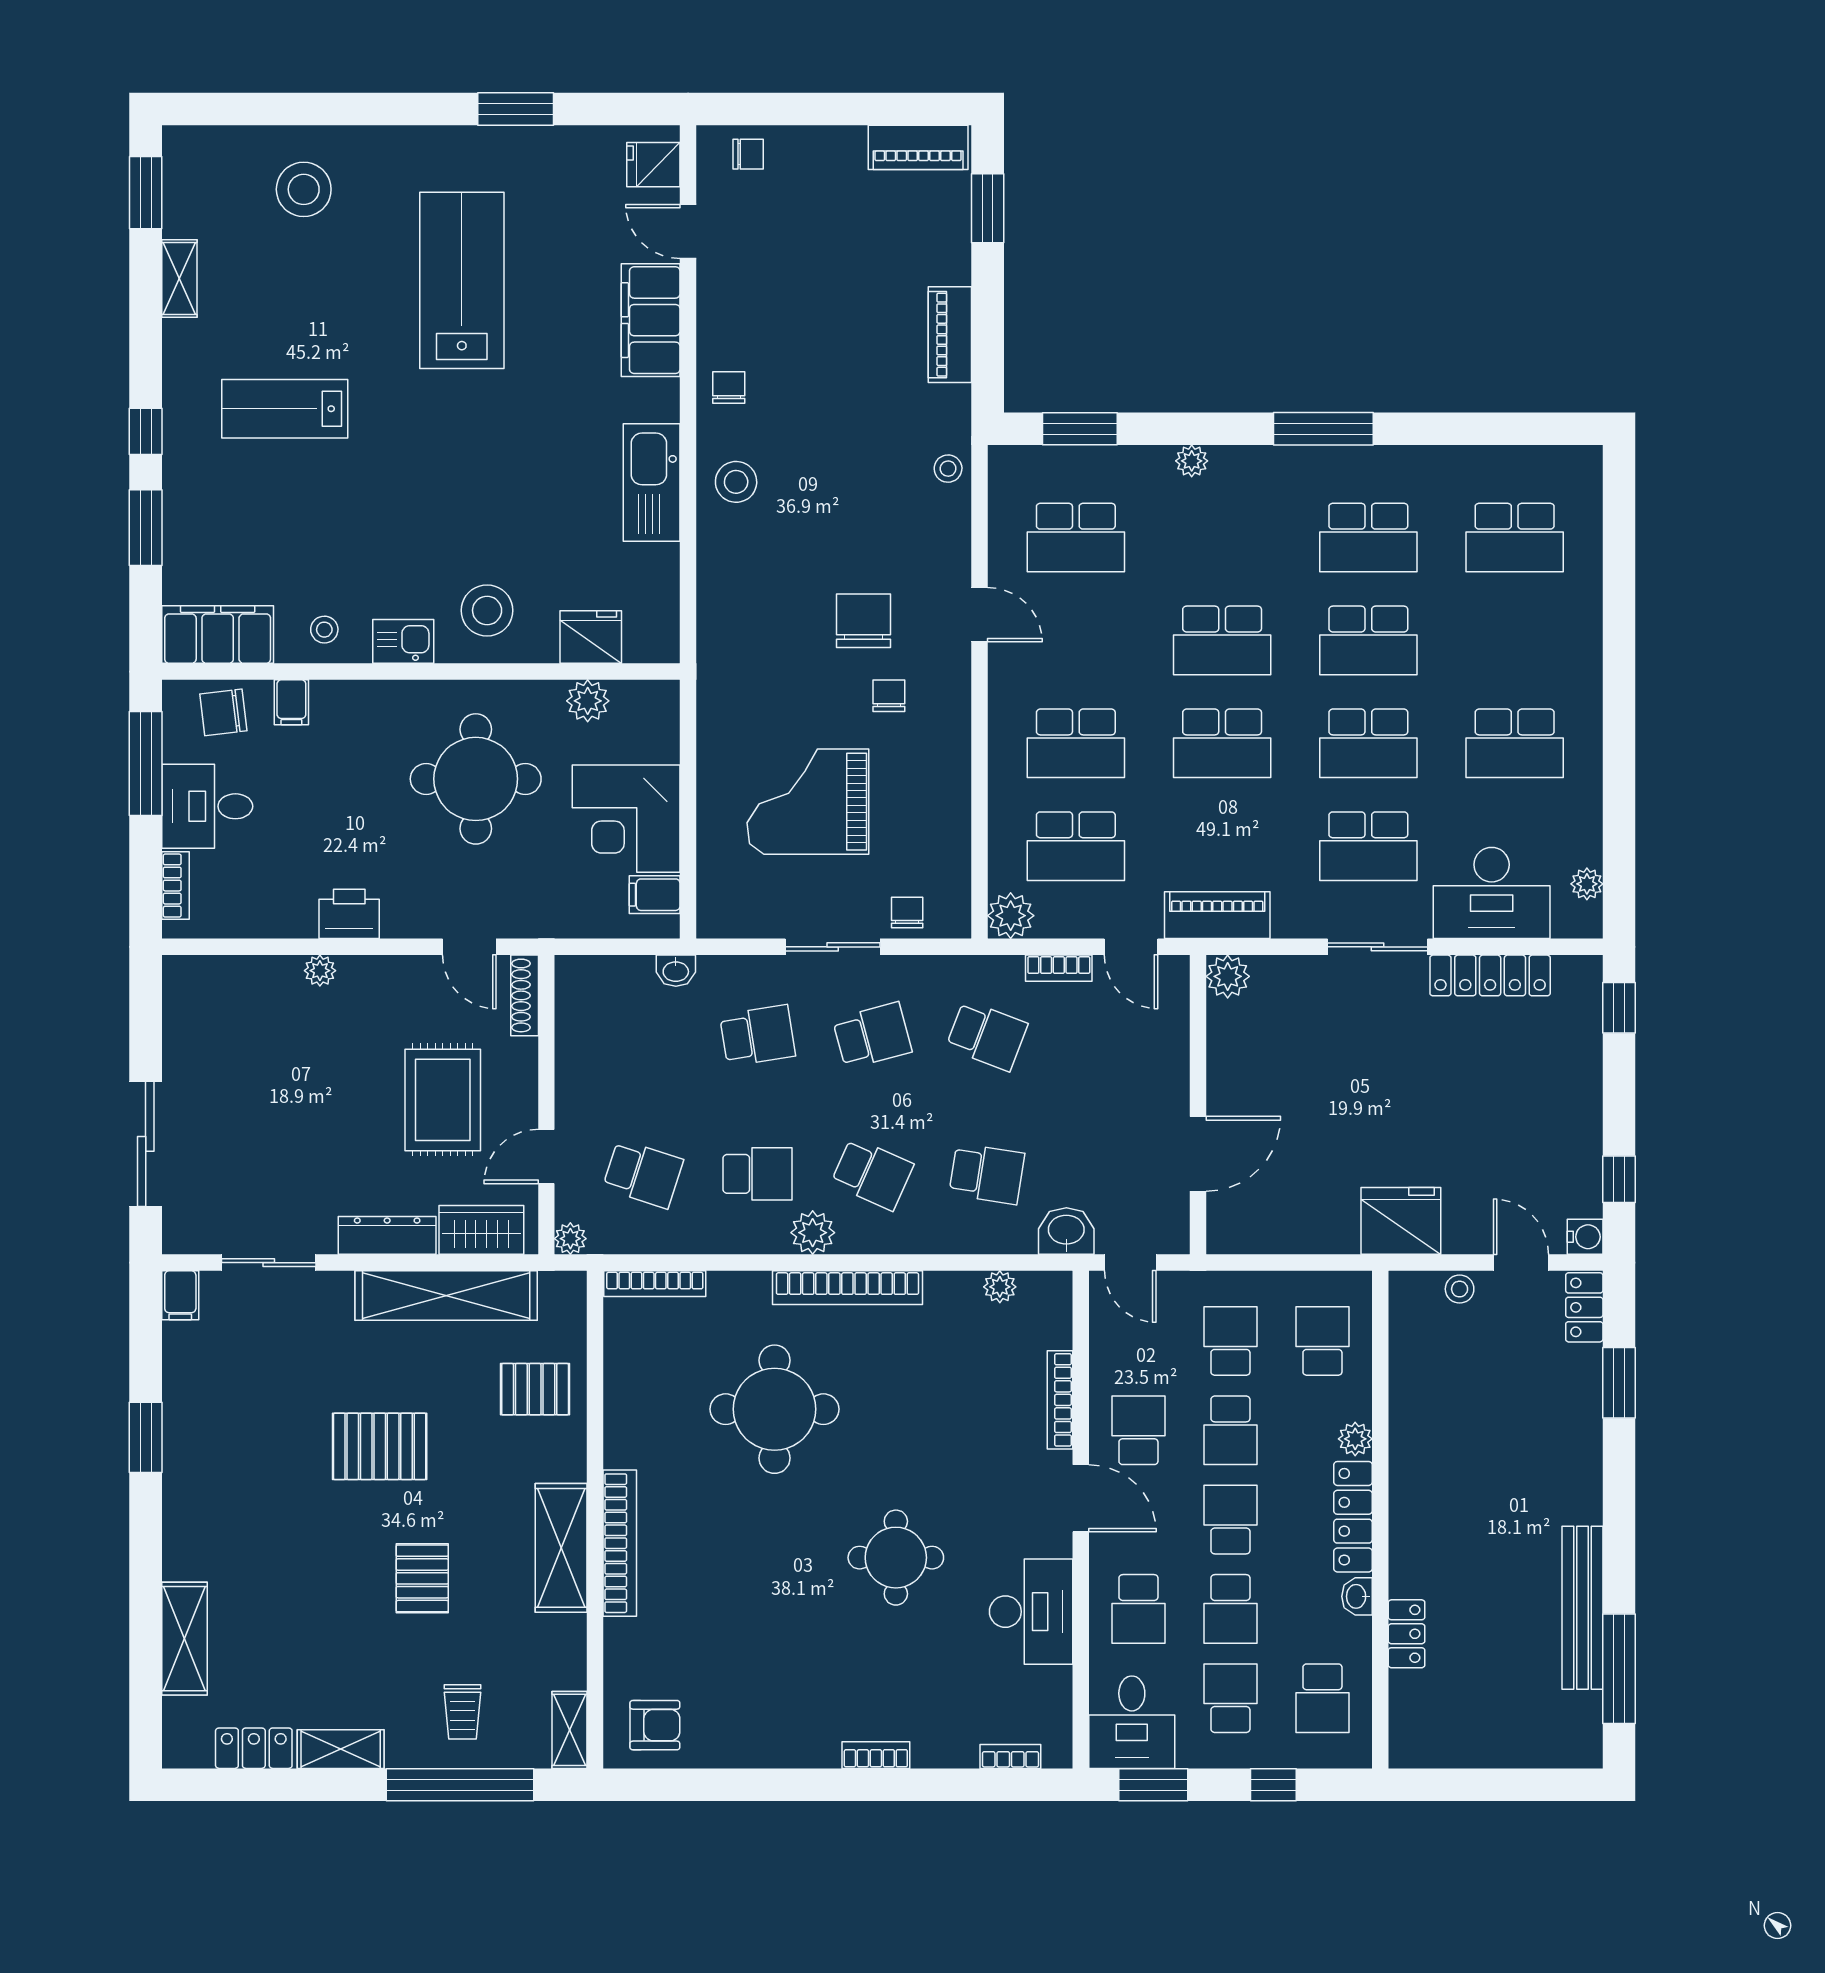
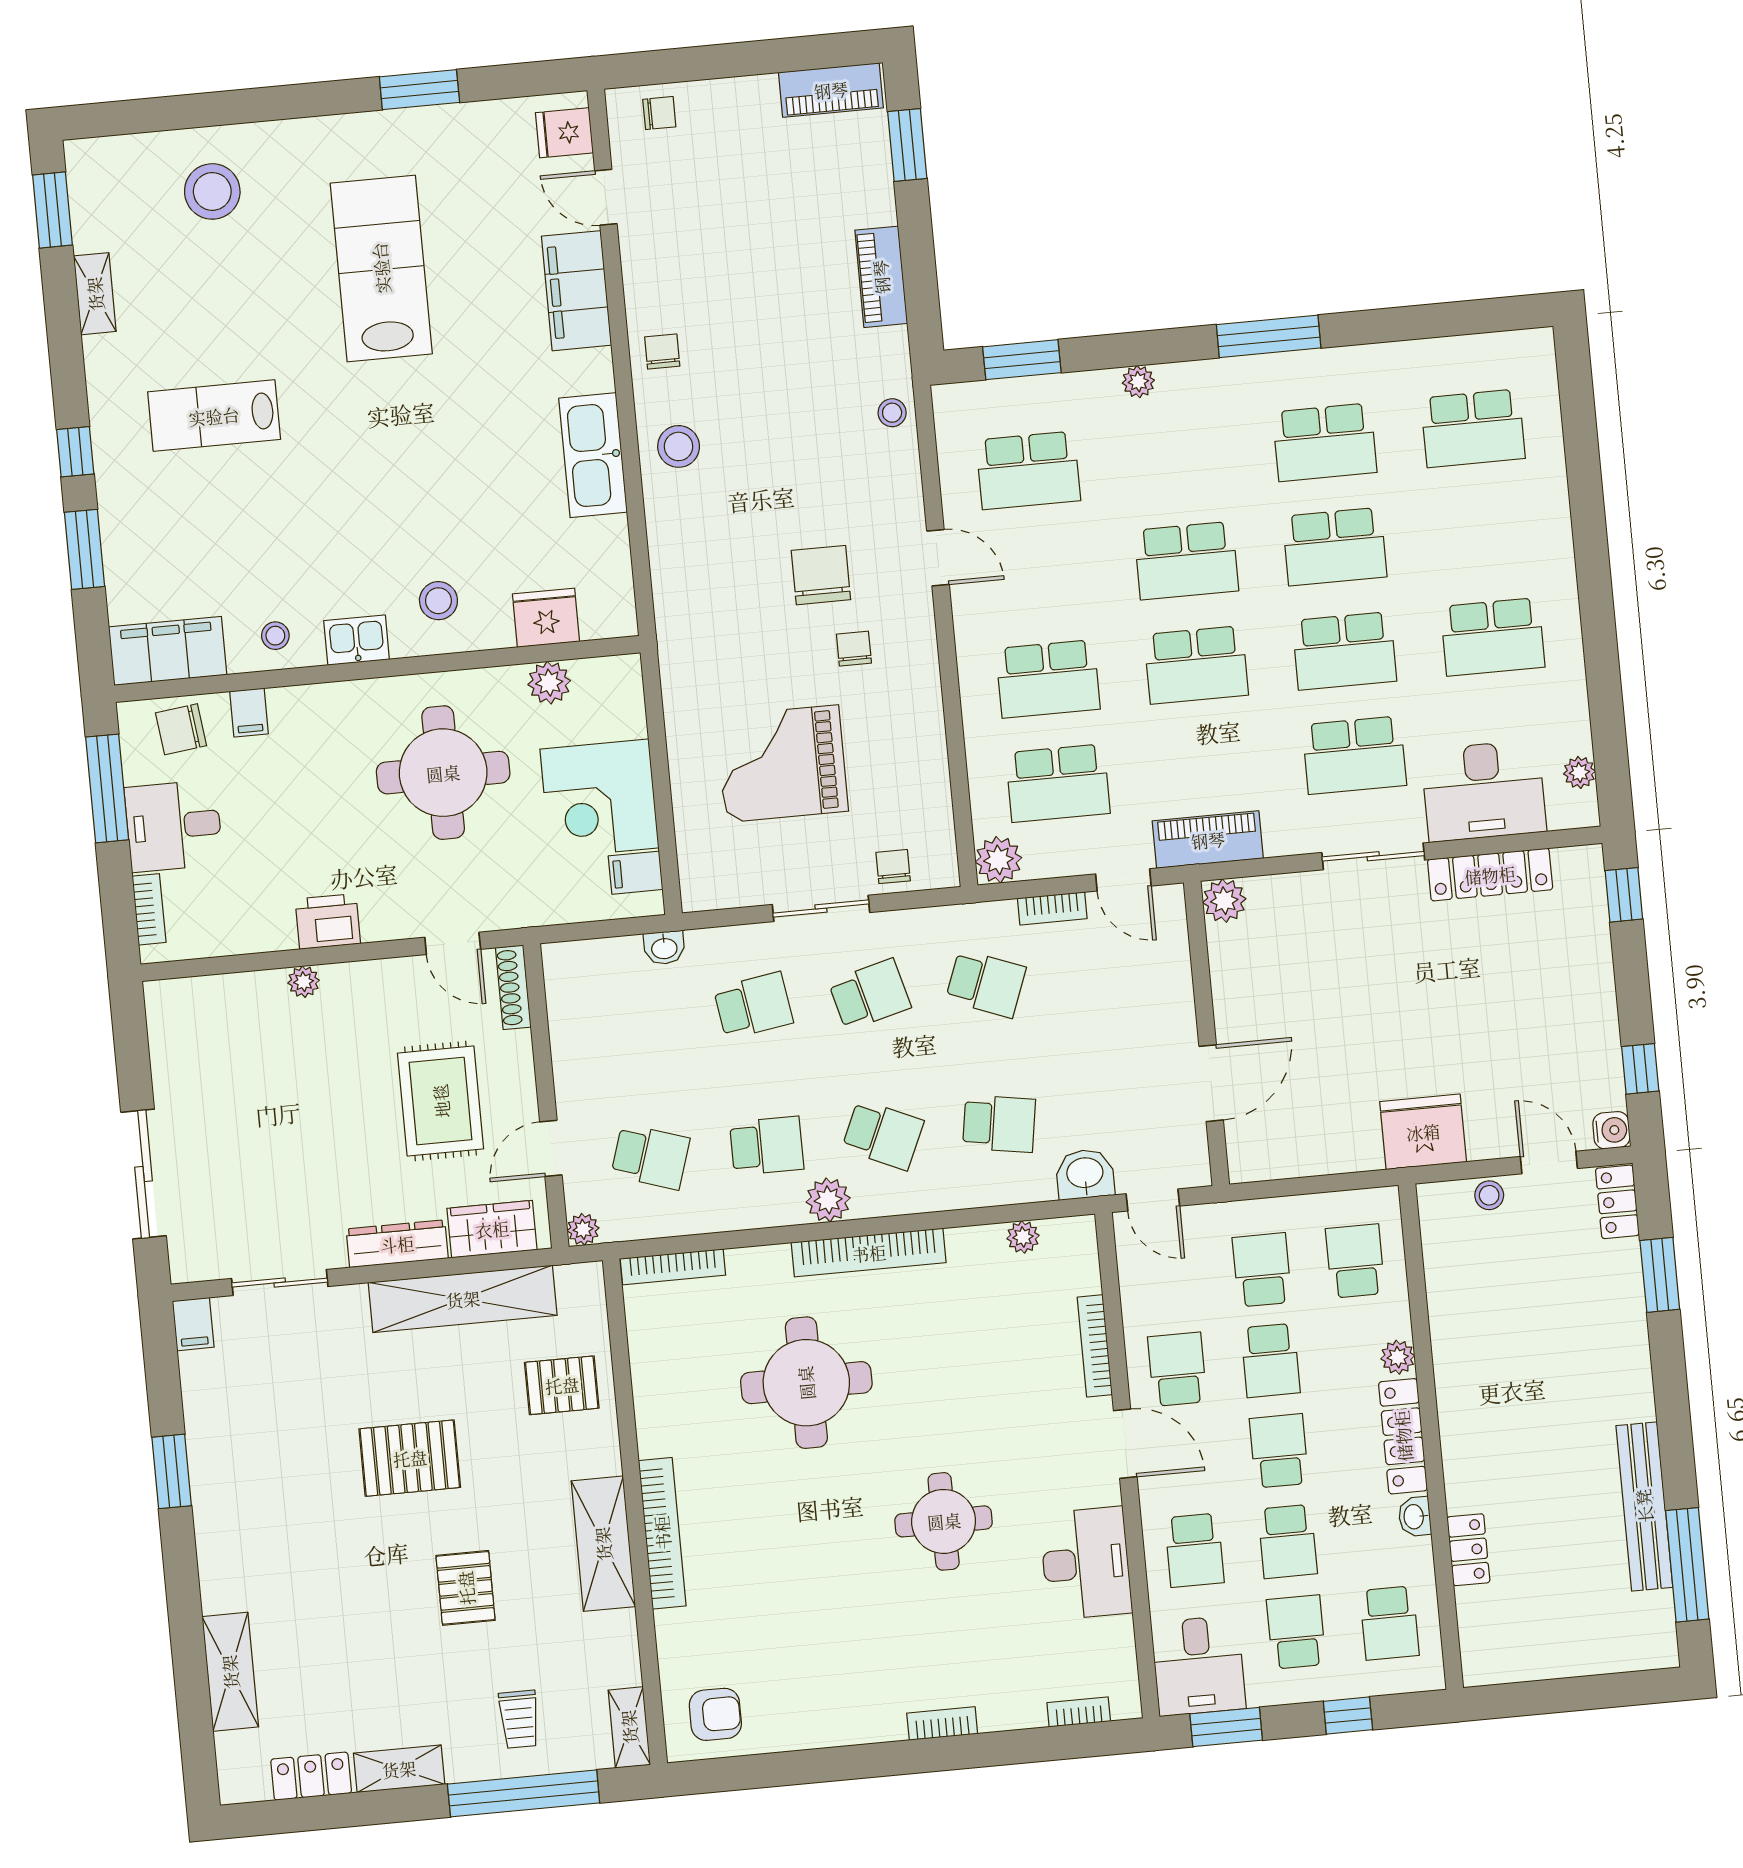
stool: (487, 610) -> (438, 601), width x0.73, depth x0.73

